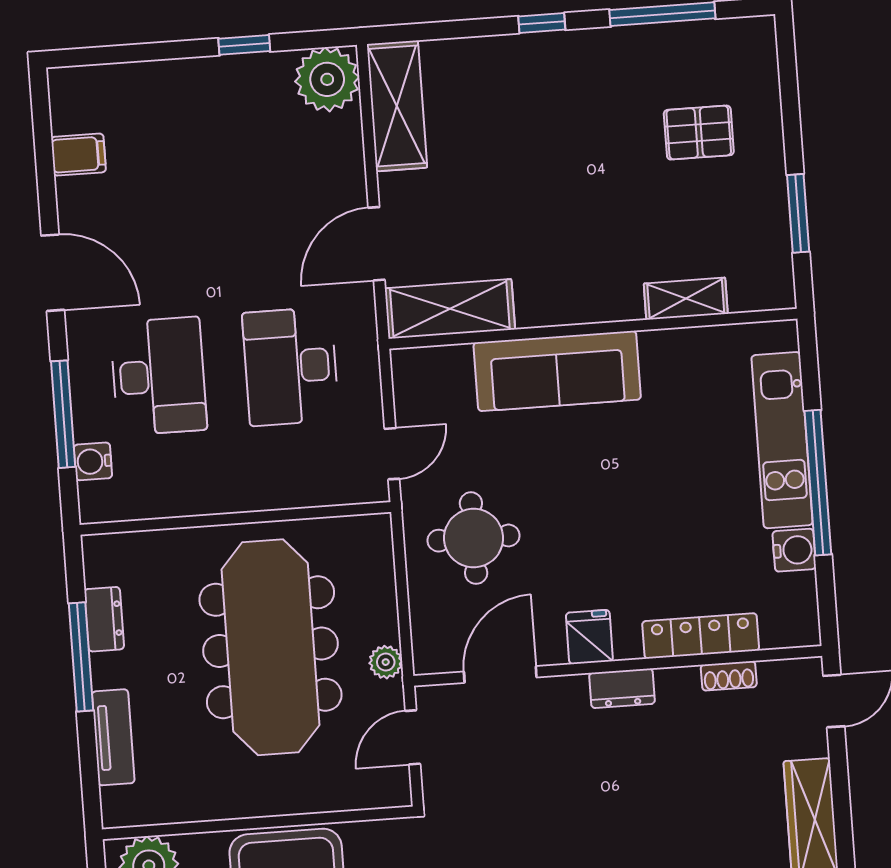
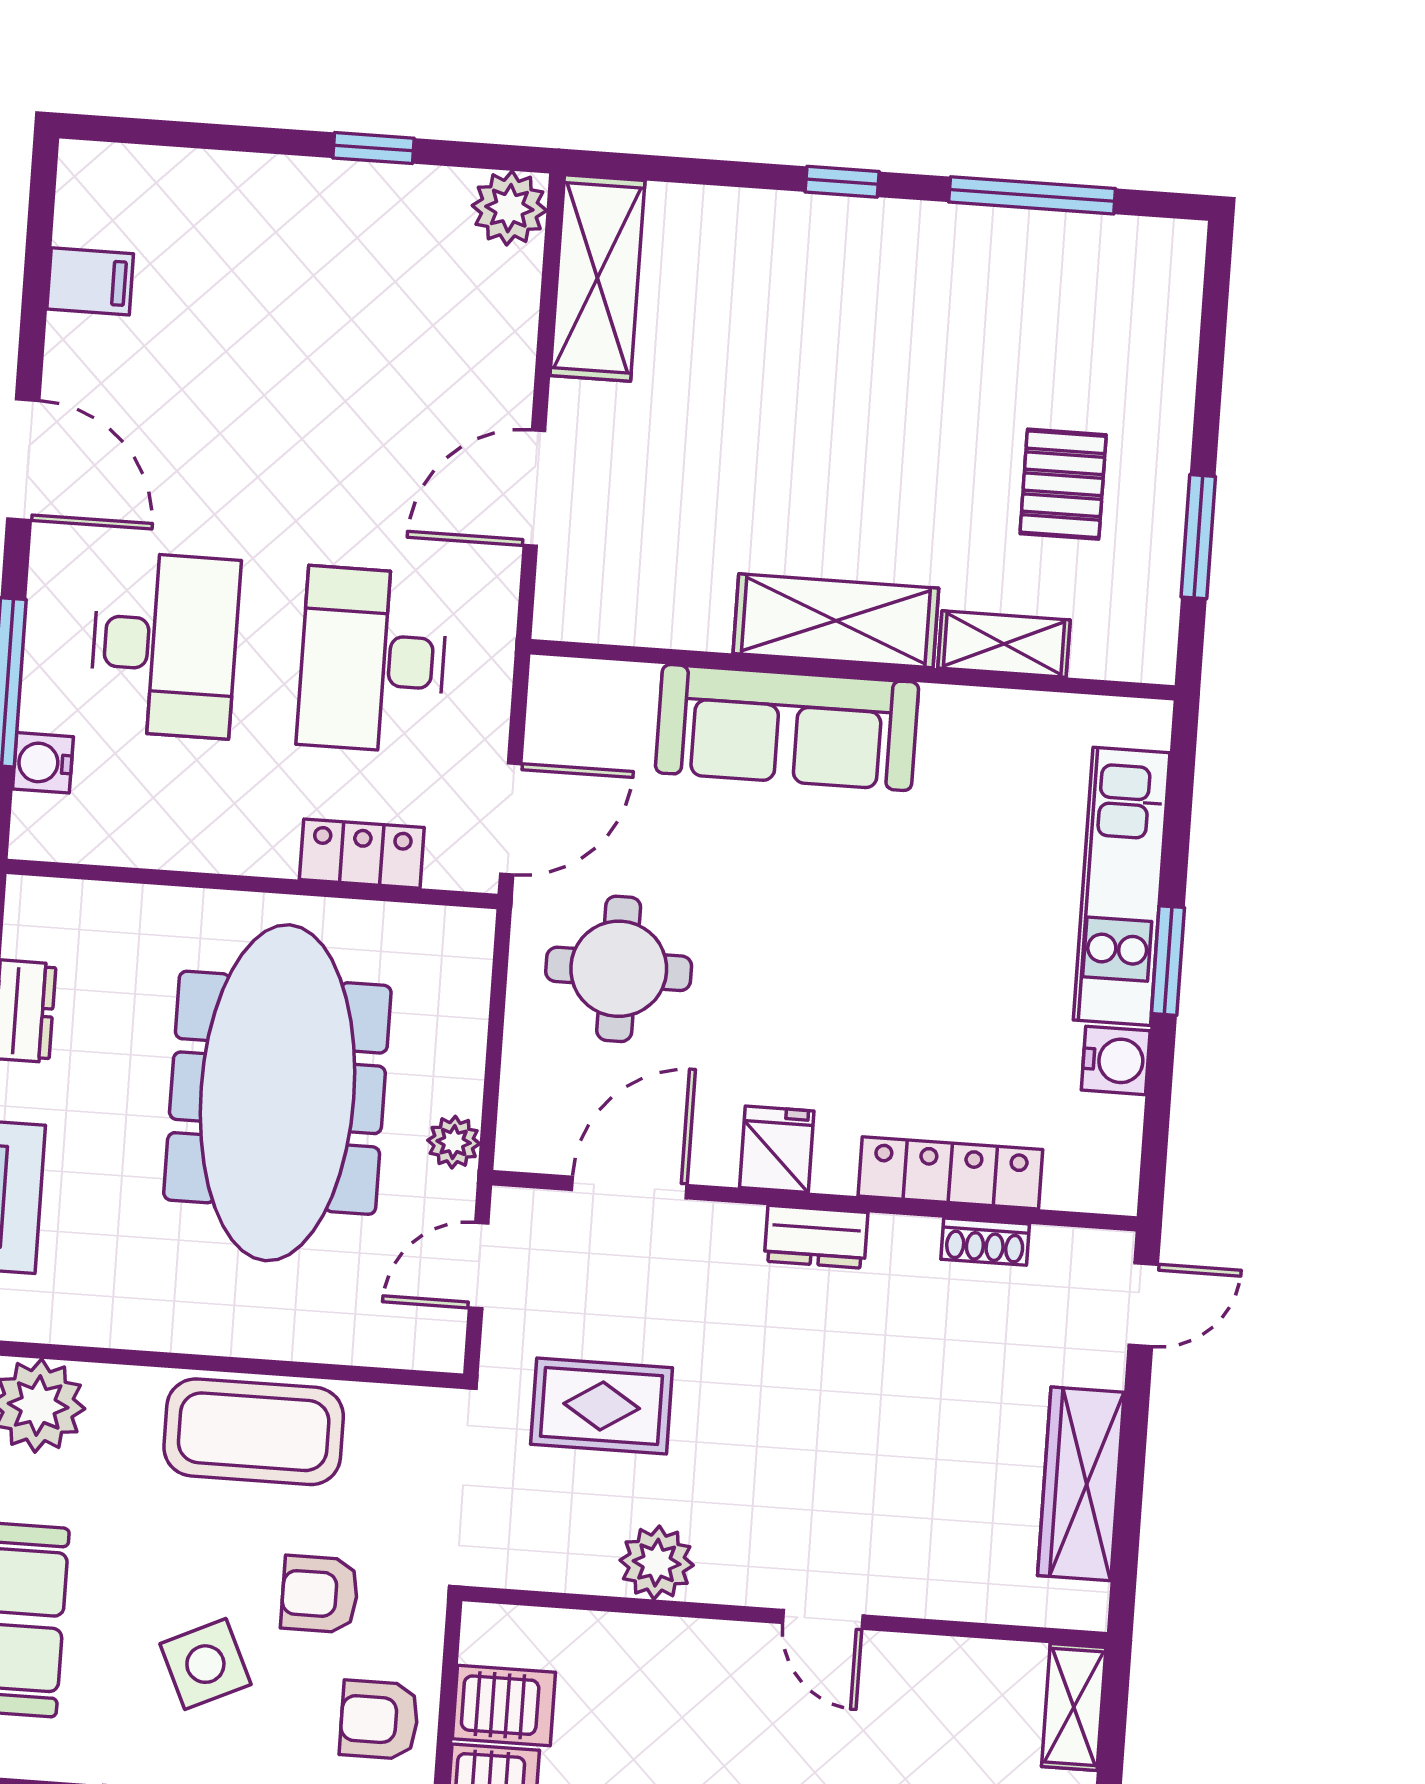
plant: (327, 79) -> (509, 208), width x0.73, depth x0.73
pallet: (699, 133) -> (1063, 484), moved, turned 90
shelving: (450, 309) -> (836, 621), moved
door: (392, 454) -> (511, 819), width x1.38
window: (818, 483) -> (1168, 961), width x0.47
locker: (302, 489) -> (362, 854), added
rug: (503, 814) -> (602, 1406), added

